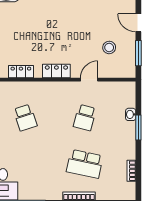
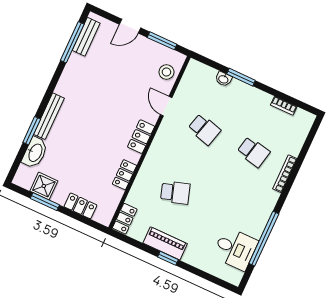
stool: (109, 47) -> (166, 72), moved
school desk: (85, 164) -> (253, 152), width x0.54

